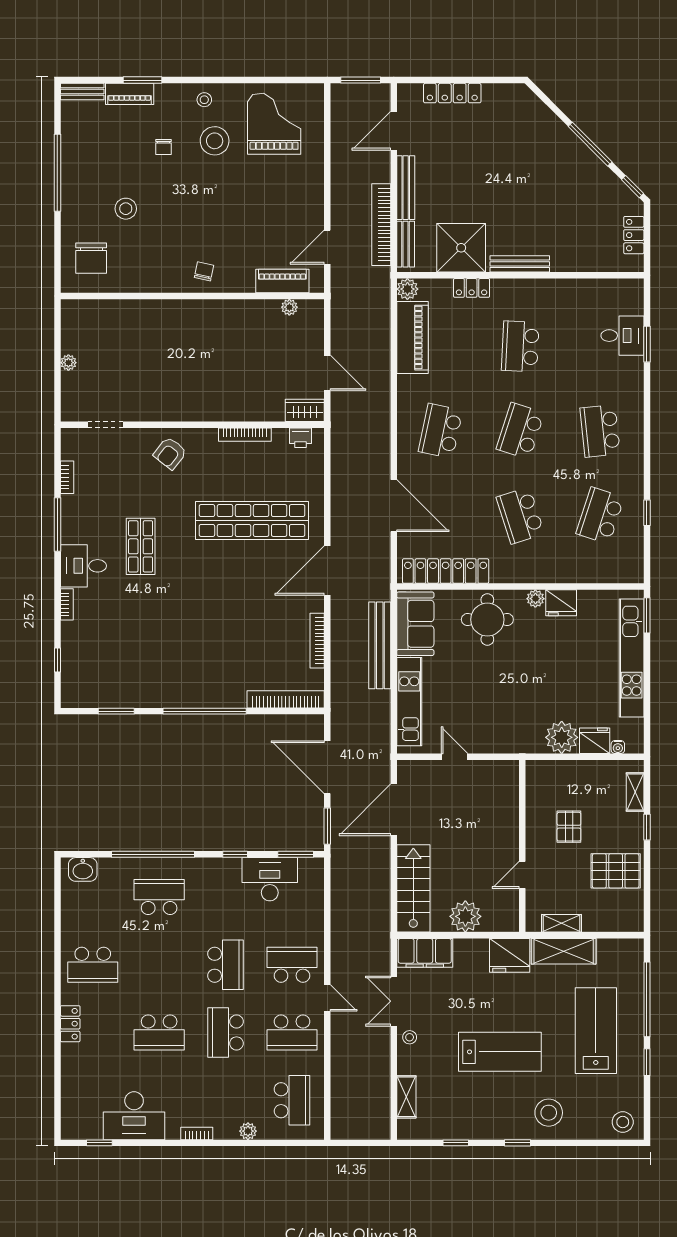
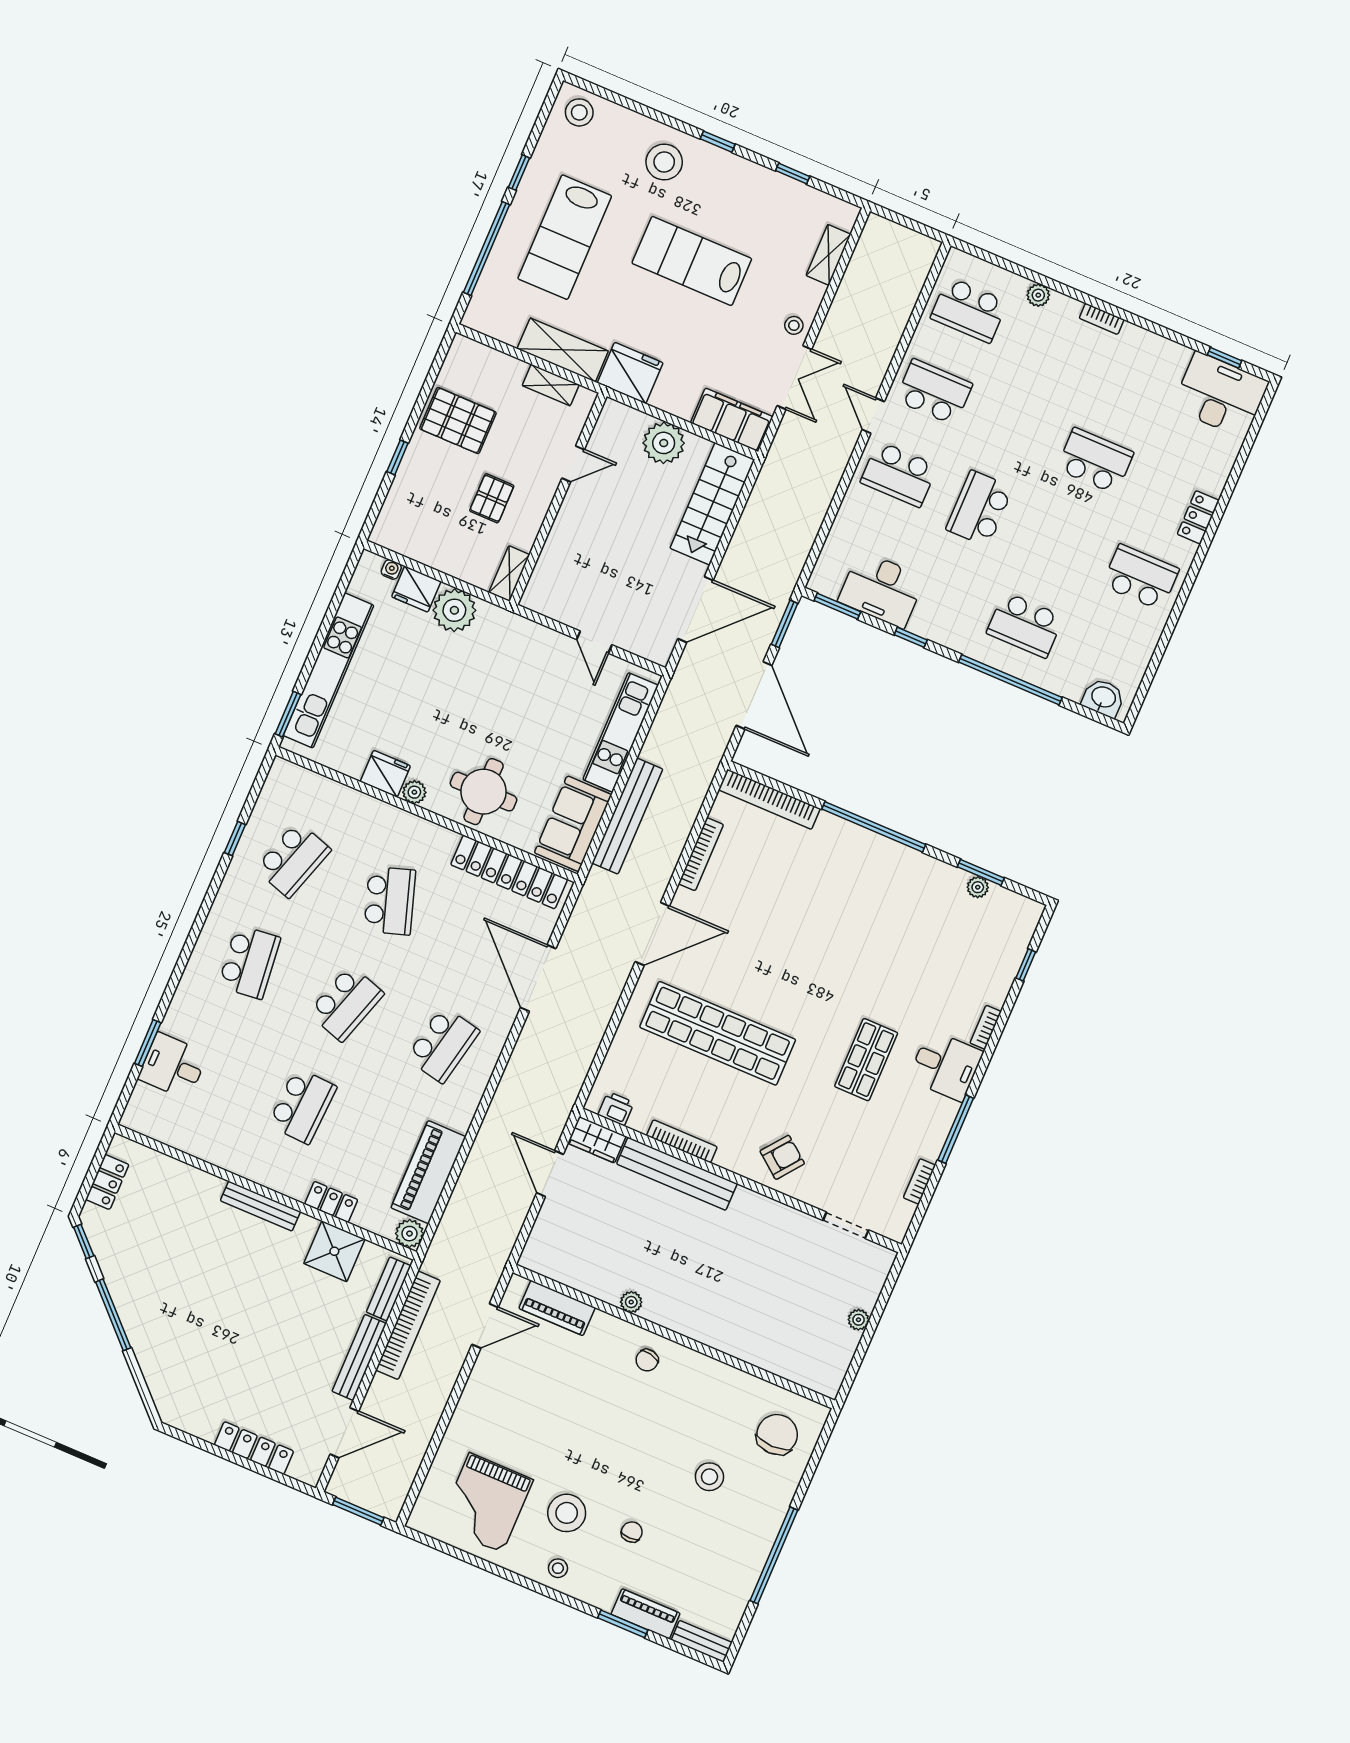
shower: (461, 248) -> (334, 1251), width x0.73, depth x0.73
plant: (289, 307) -> (631, 1302), moved
bench: (239, 410) -> (677, 1174), added
plant: (114, 700) -> (978, 887), added
shelving: (635, 792) -> (509, 574), moved
school desk: (226, 1032) -> (1014, 426), removed
school desk: (292, 1100) -> (969, 310), turned -90
desk: (134, 1116) -> (1220, 395), moved

